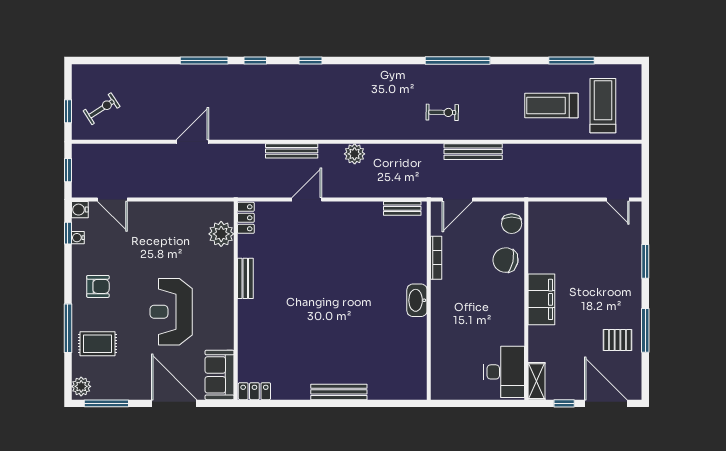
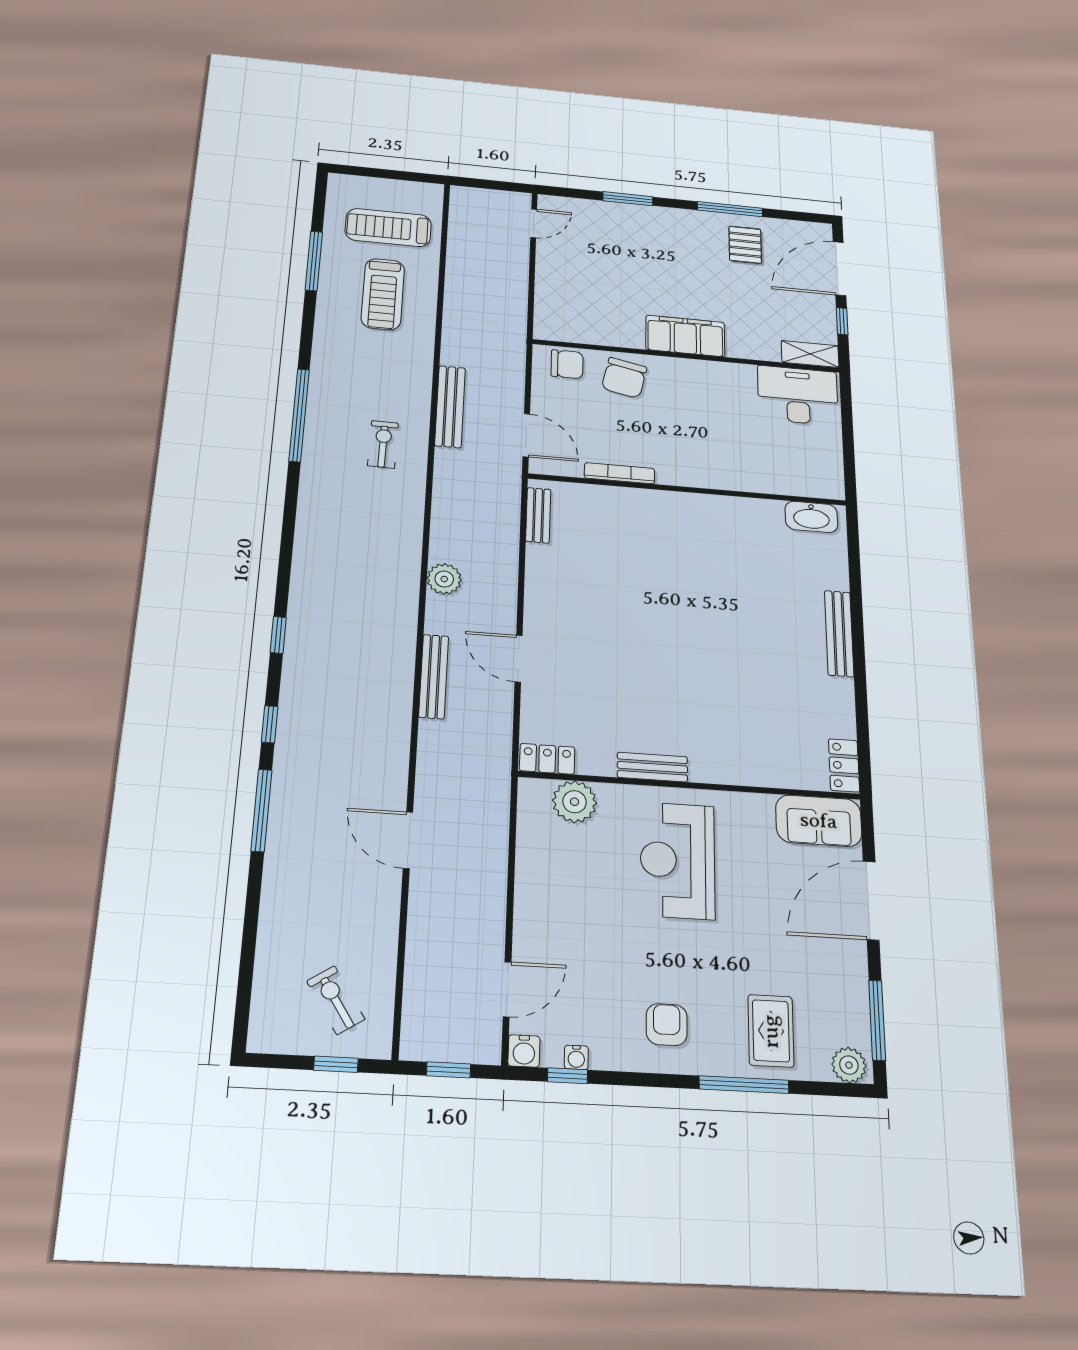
washbasin: (417, 300) -> (811, 517), moved
reception desk: (171, 312) -> (678, 860), moved, turned 90

